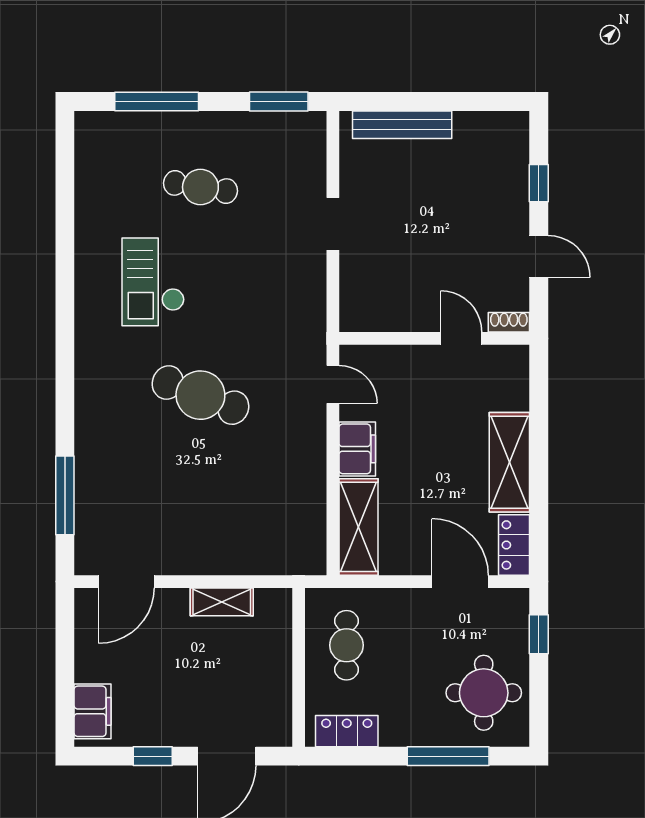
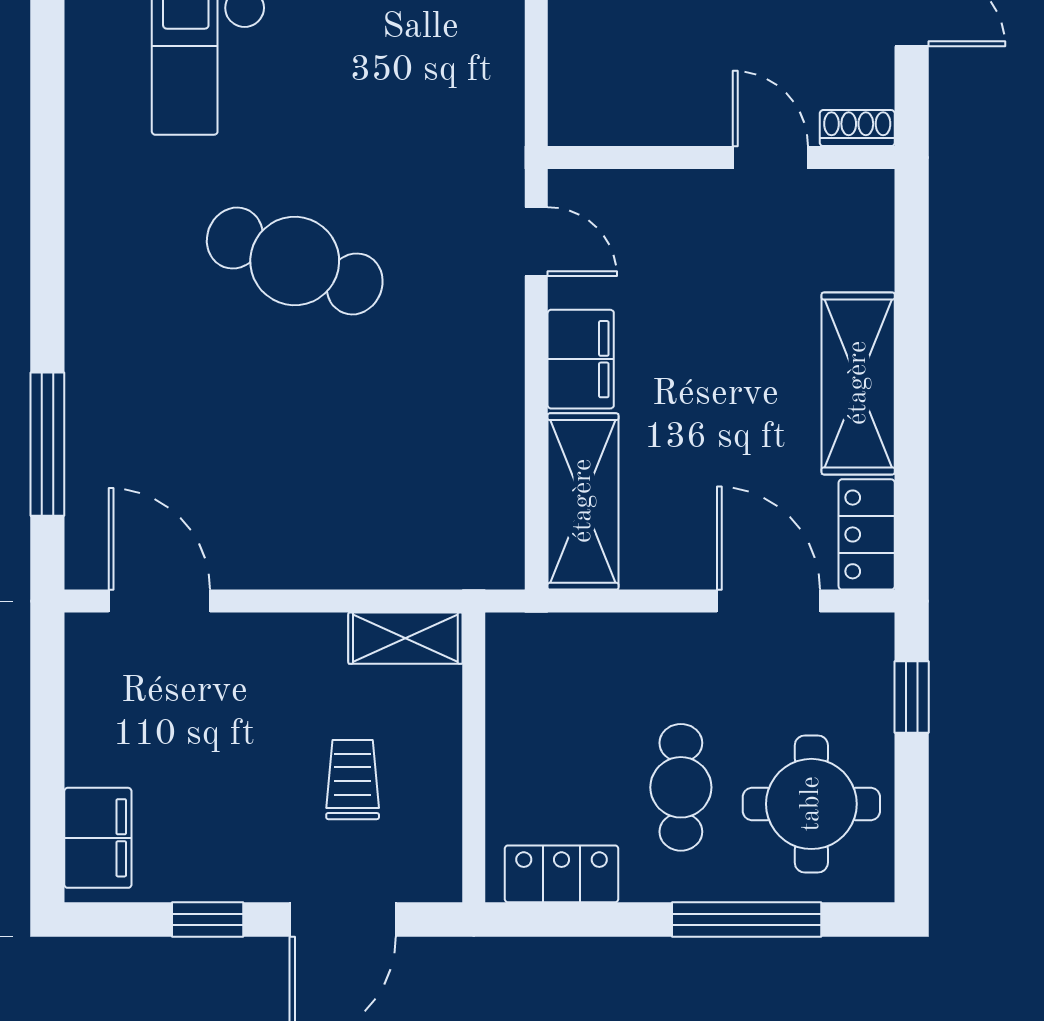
door: (126, 582) -> (159, 601), swing flipped
shelving: (222, 602) -> (405, 638), moved
cafe table: (346, 645) -> (681, 787), moved
trolley: (232, 679) -> (353, 780), added

